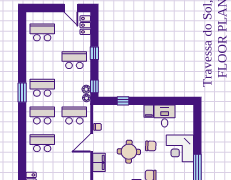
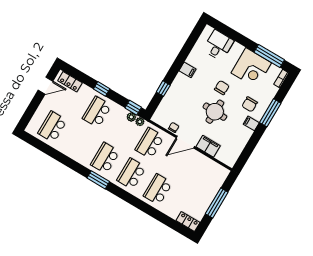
desk: (165, 116) -> (218, 45), moved, turned 90
door: (92, 143) -> (185, 142), hinge flipped
corner desk: (180, 148) -> (251, 68), moved

